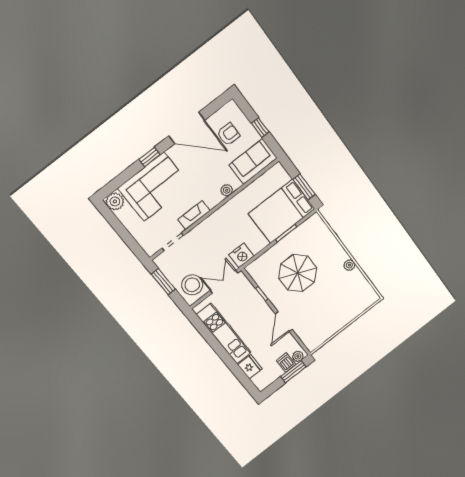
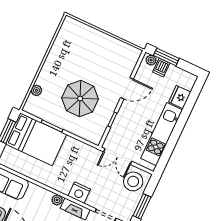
plant: (227, 190) -> (57, 200), moved
nightstand: (241, 255) -> (79, 193), moved, turned 180
plant: (349, 265) -> (36, 90), moved

